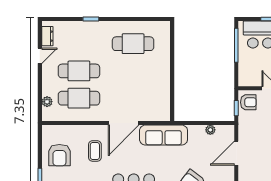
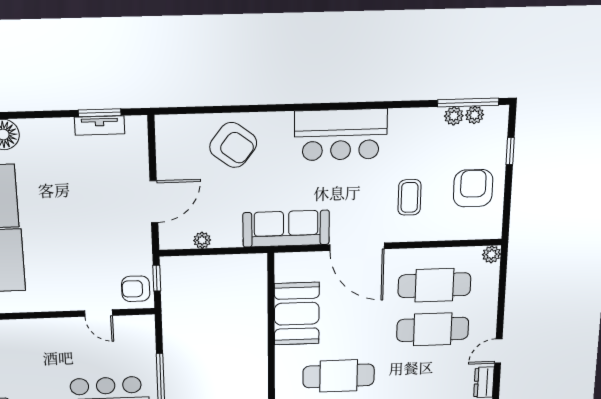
booth: (157, 84) -> (297, 314), added
plant: (47, 102) -> (491, 254), moved
door: (124, 123) -> (357, 247), swing flipped

